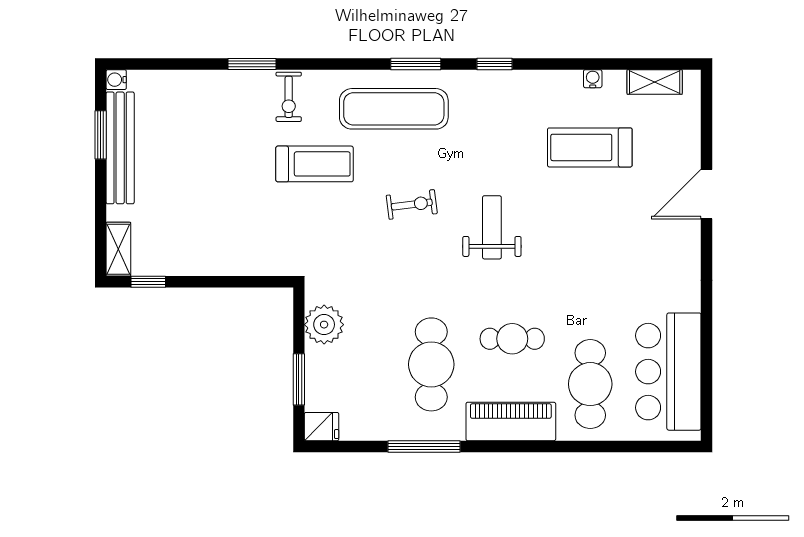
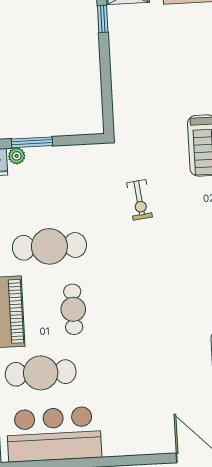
exercise bike: (412, 204) -> (140, 200), moved
weight bench: (492, 227) -> (160, 289), removed
plant: (324, 325) -> (17, 156), moved, width x0.53, depth x0.53

